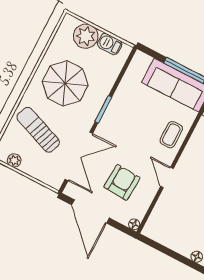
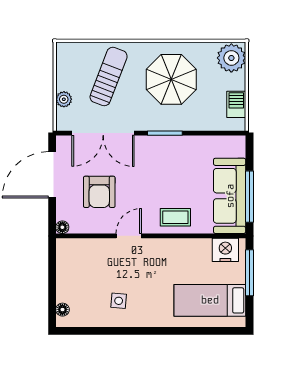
plant: (86, 36) -> (231, 58), moved
plant: (14, 160) -> (64, 99), moved
armchair: (122, 182) -> (99, 192), turned 87

